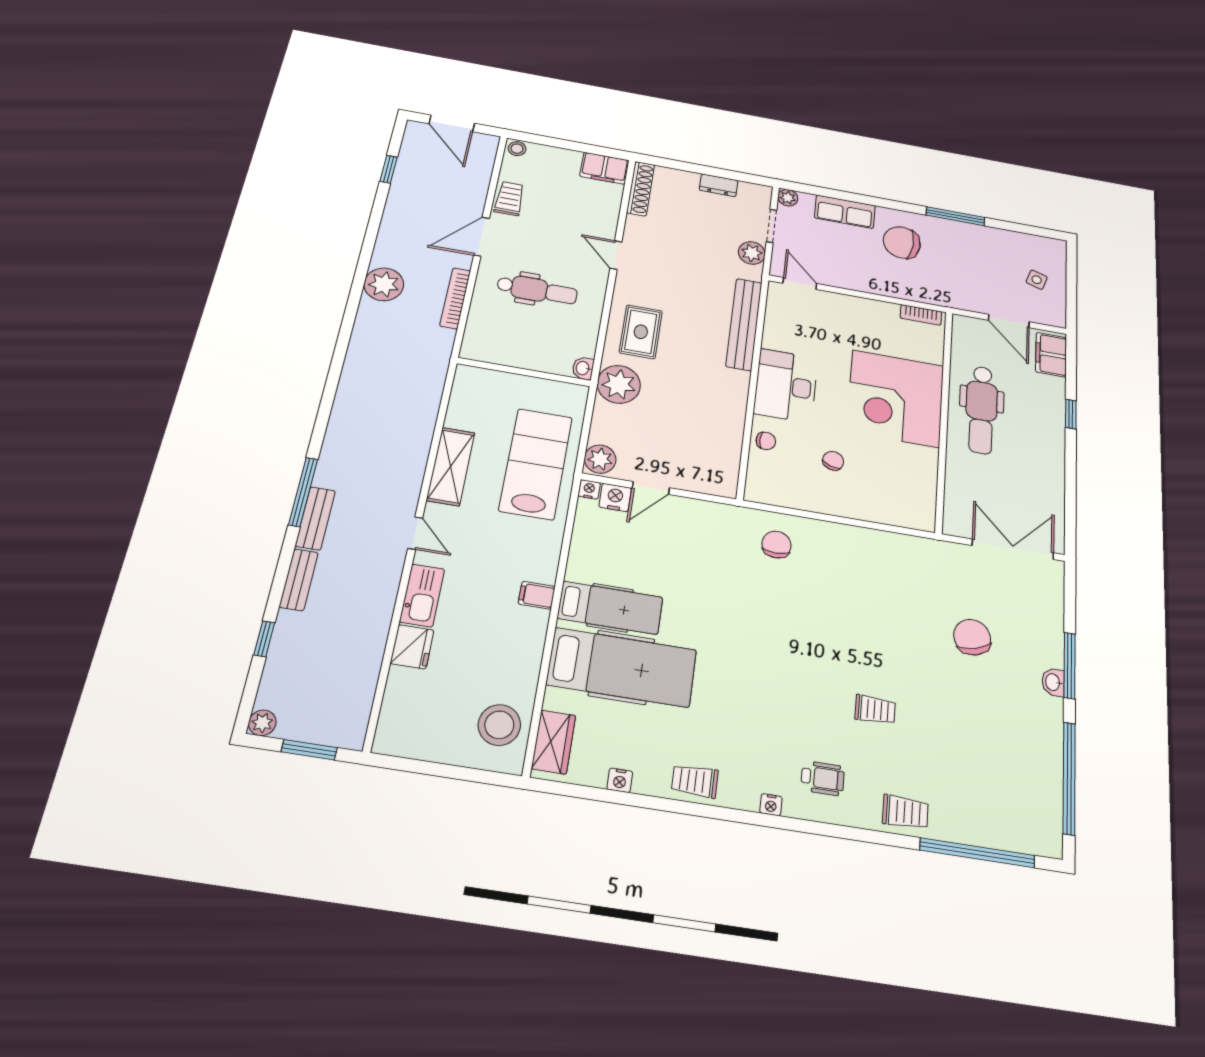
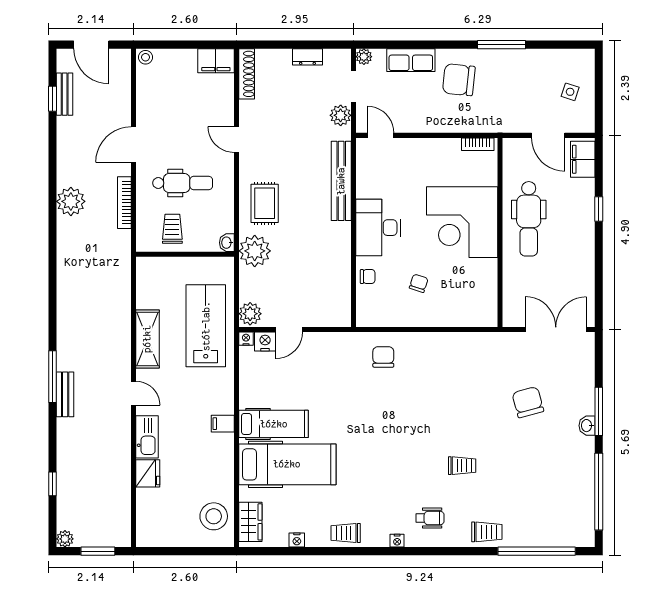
trolley: (509, 199) -> (172, 229), moved
bench: (299, 580) -> (65, 94), moved

